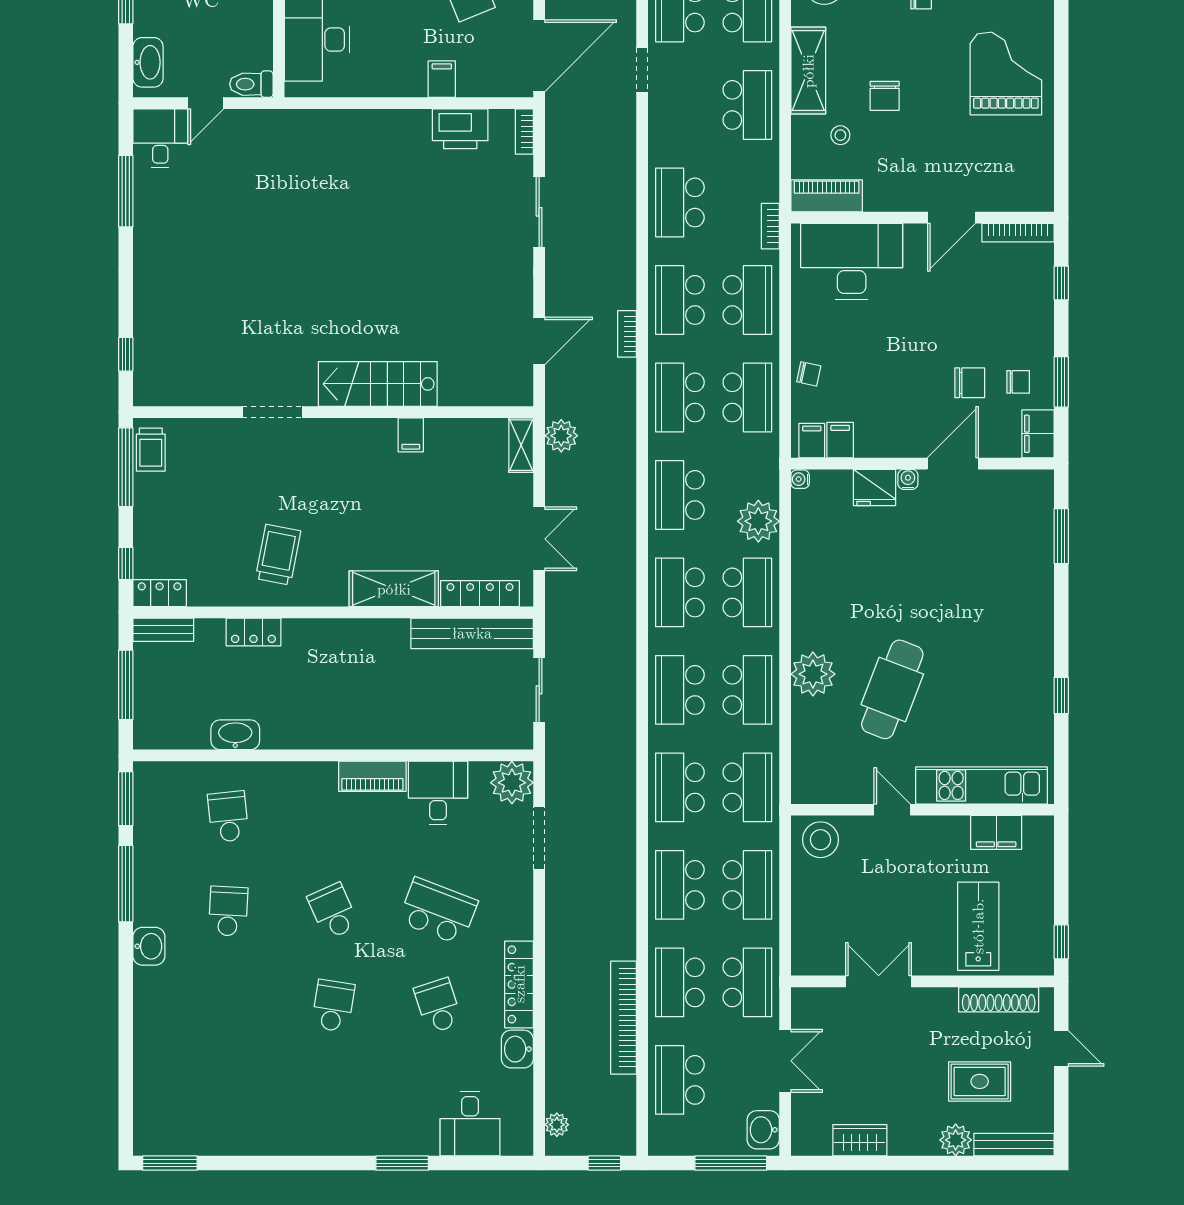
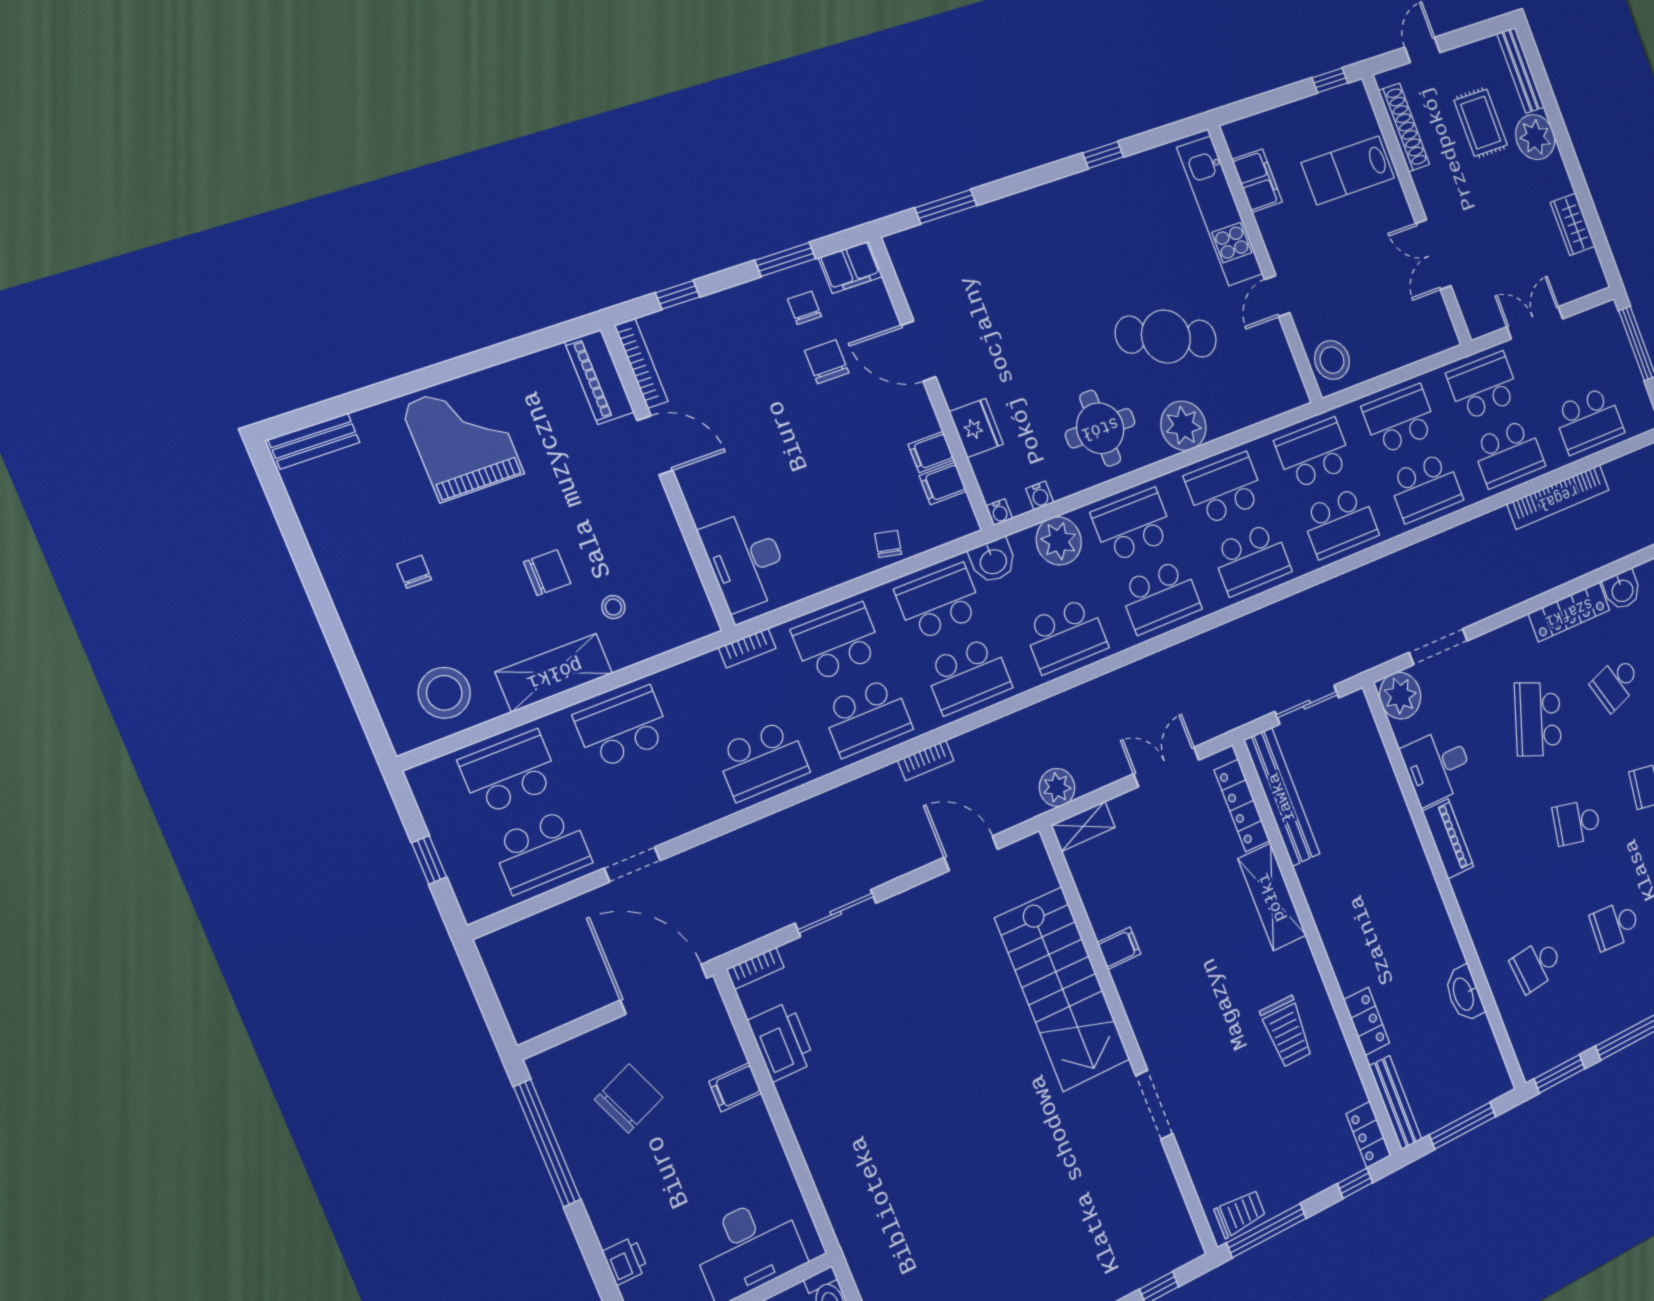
grand piano: (1006, 73) -> (463, 440), turned 90
piano: (827, 196) -> (599, 377), moved
desk: (852, 261) -> (746, 560), width x0.73, depth x0.77
stairs: (378, 384) -> (1062, 989), width x1.36, depth x1.51
filing cabinet: (812, 441) -> (931, 452), moved
water cooler: (908, 479) -> (1040, 496), moved, turned -90
trolley: (278, 555) -> (1287, 1032), turned -101
round table: (837, 597) -> (1100, 428), added
bench: (163, 630) -> (1395, 1103), width x1.36
school desk: (333, 911) -> (1577, 823), turned 36
washbasin: (763, 1130) -> (993, 561), moved
plant: (956, 1140) -> (1535, 137), width x1.36, depth x1.36

